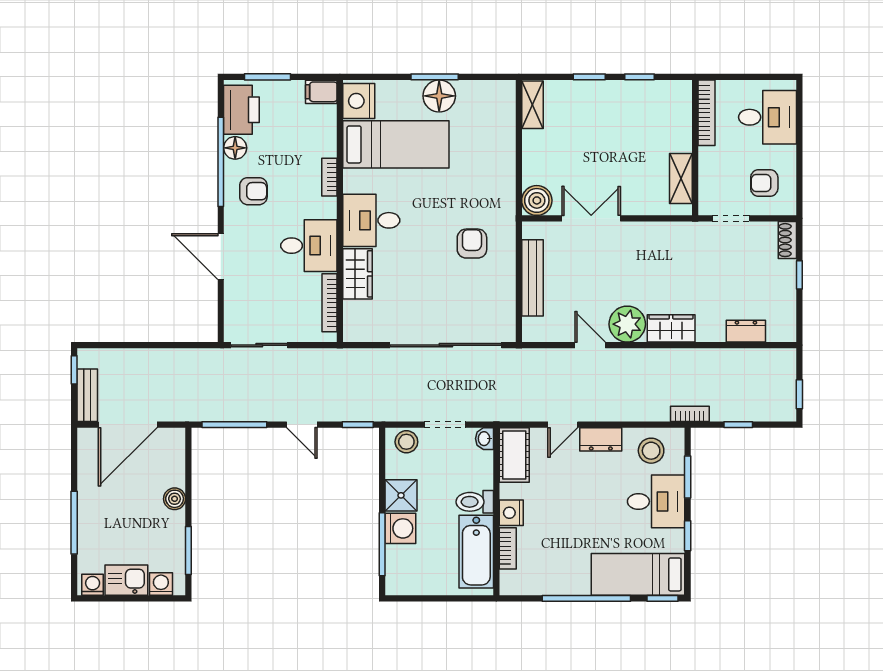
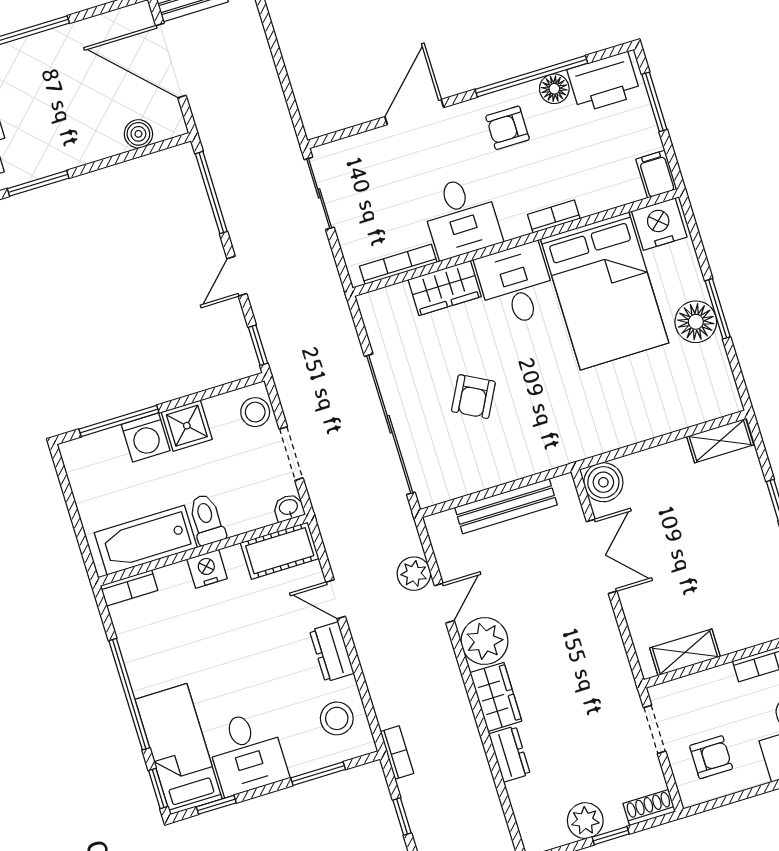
bed: (396, 144) -> (605, 291), width x1.50
armchair: (764, 183) -> (711, 757), turned 90
armchair: (253, 191) -> (508, 128), turned 90
armchair: (472, 244) -> (473, 397), moved, turned 118
plant: (783, 290) -> (585, 821), added
dresser: (746, 331) -> (509, 754), moved
plant: (562, 361) -> (414, 574), added
boiler: (175, 499) -> (138, 134), moved
desk: (656, 501) -> (247, 753), moved
window: (688, 536) -> (216, 805), moved
bookcase: (508, 548) -> (129, 588), moved

